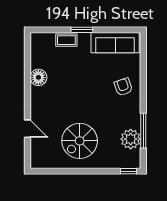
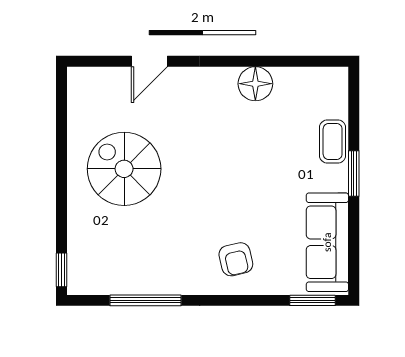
window: (143, 50) -> (313, 300), added
armchair: (123, 87) -> (236, 259), turned 96
plant: (131, 139) -> (128, 274), removed

